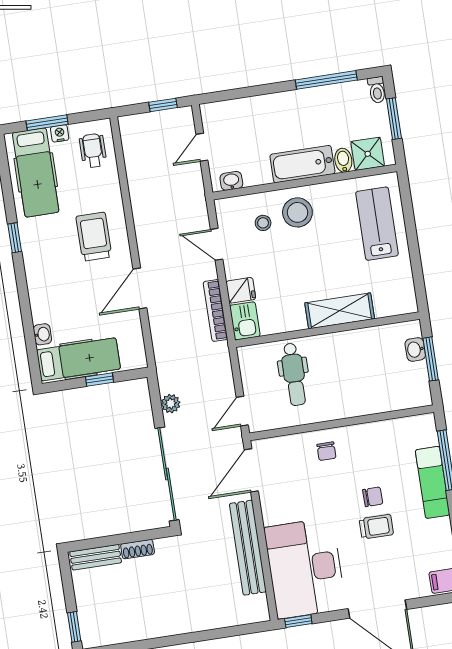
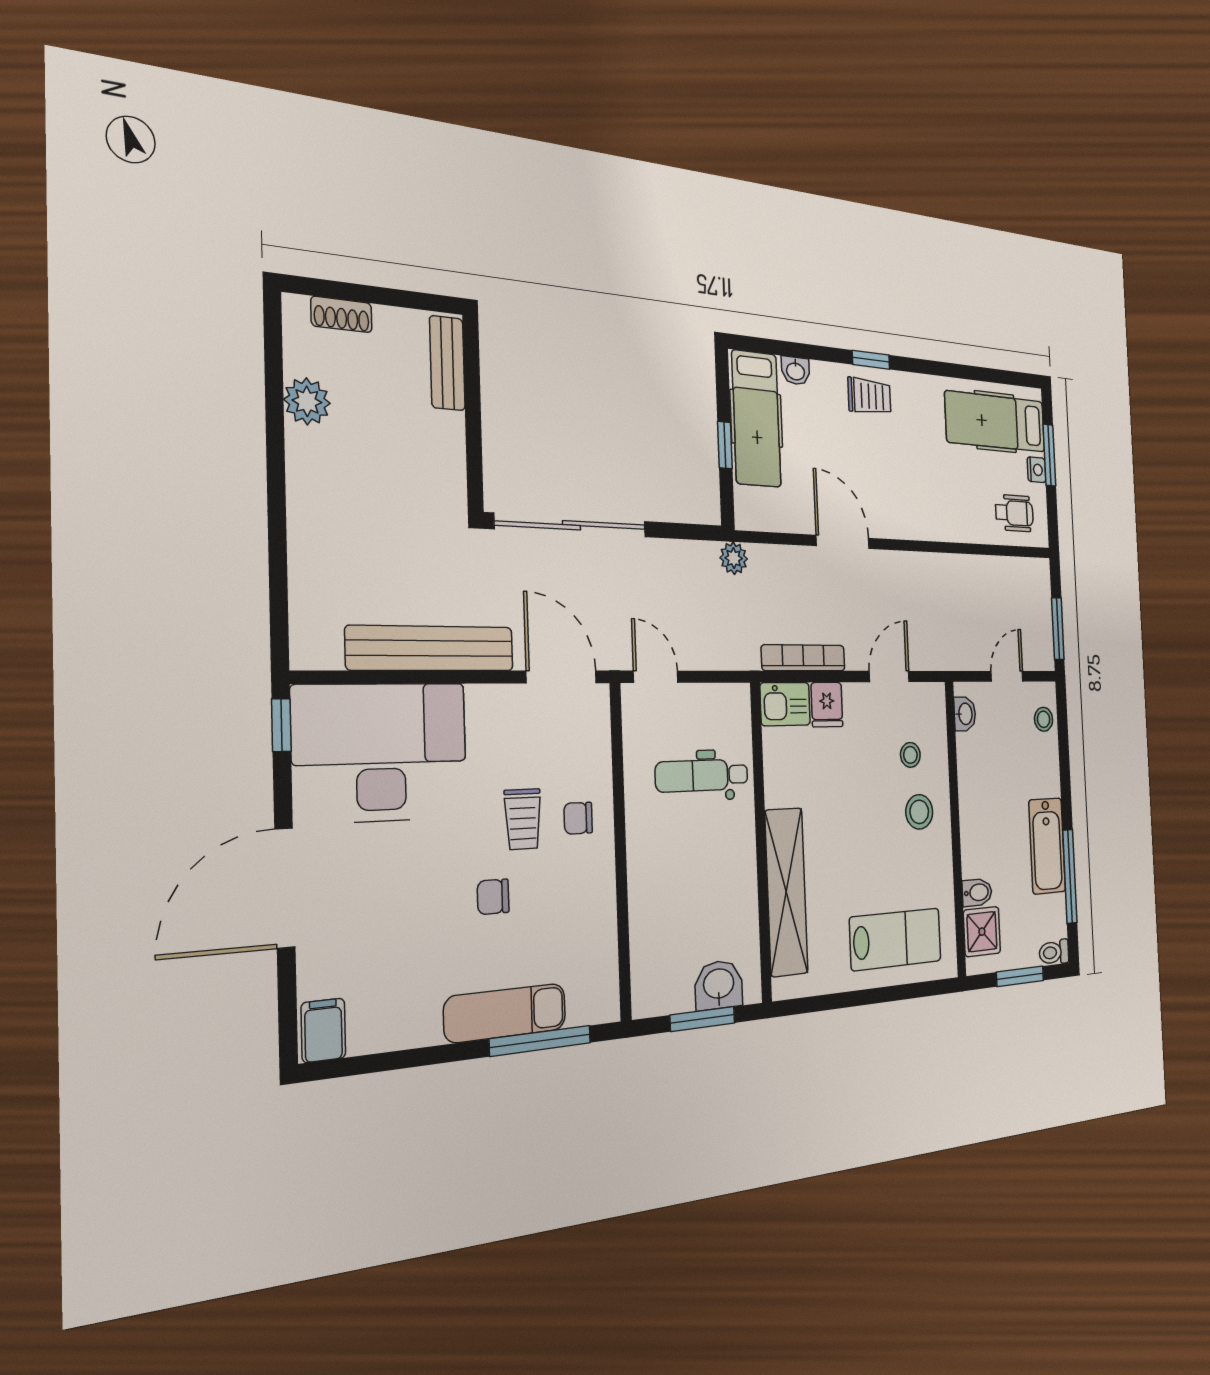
window: (163, 105) -> (1058, 629), width x1.50
stool: (225, 113) -> (1044, 719), added
door: (202, 147) -> (1007, 676), hinge flipped
bathtub: (302, 164) -> (1047, 846), moved, turned 180
stool: (297, 212) -> (919, 812), width x0.73, depth x0.73
trolley: (94, 237) -> (869, 396), moved, width x0.73, depth x0.72
window: (15, 238) -> (871, 360), moved
shelving: (340, 311) -> (786, 892), width x1.47
washbasin: (415, 349) -> (719, 985), width x1.38, depth x1.45
plant: (171, 404) -> (734, 558), moved
chair: (373, 497) -> (493, 897), turned 91
trolley: (376, 527) -> (523, 819), moved
shoe rack: (138, 549) -> (342, 314), moved, turned -90
window: (74, 627) -> (326, 289), removed
plant: (134, 629) -> (307, 401), added

